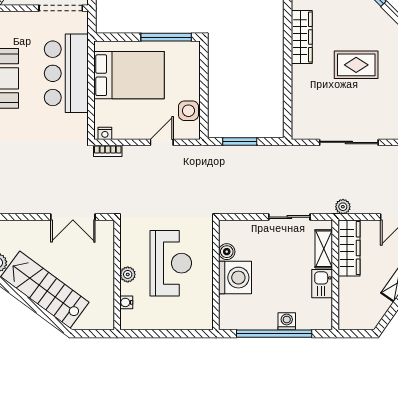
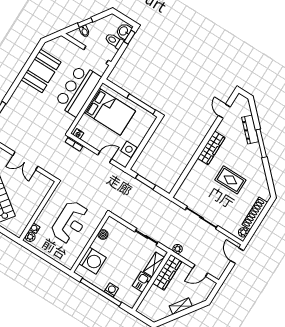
double door: (73, 217) -> (25, 161), moved
plant: (128, 274) -> (30, 237), moved
washing machine: (235, 278) -> (93, 261), moved

